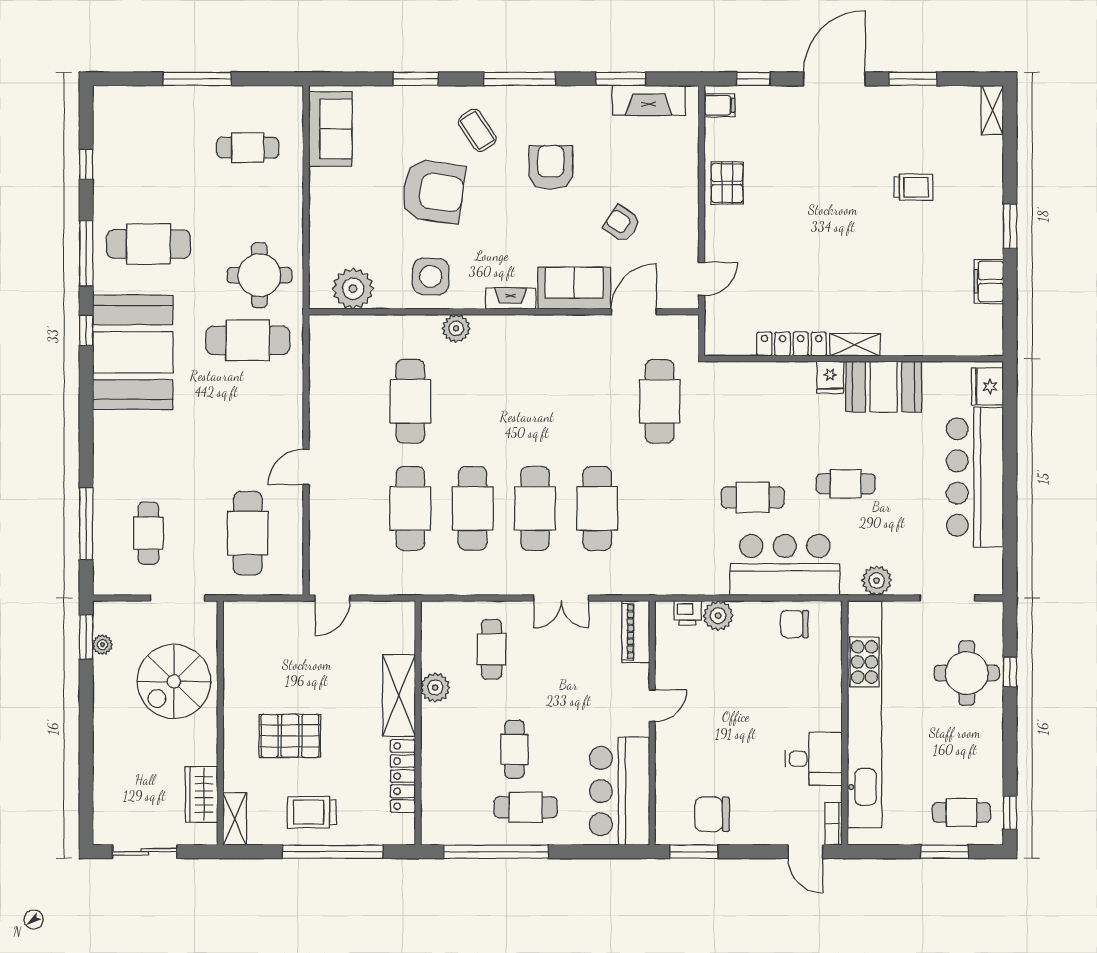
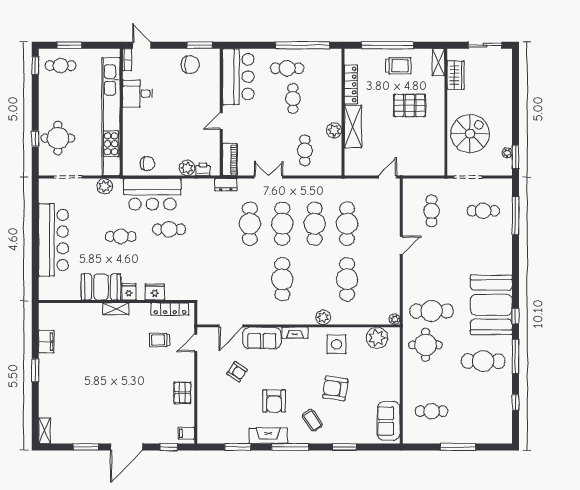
fireplace: (649, 100) -> (268, 436), moved
trolley: (913, 187) -> (160, 340), moved
armchair: (433, 191) -> (335, 388), width x0.73, depth x0.73
plant: (319, 325) -> (395, 319), added
locker: (792, 344) -> (170, 309), moved
fridge: (987, 387) -> (155, 292), moved, turned -90
cafe table: (660, 401) -> (282, 279), moved
cafe table: (148, 533) -> (483, 211), turned 90
cafe table: (248, 533) -> (432, 211), width x0.73, depth x0.74
dresser: (643, 583) -> (226, 185), added

